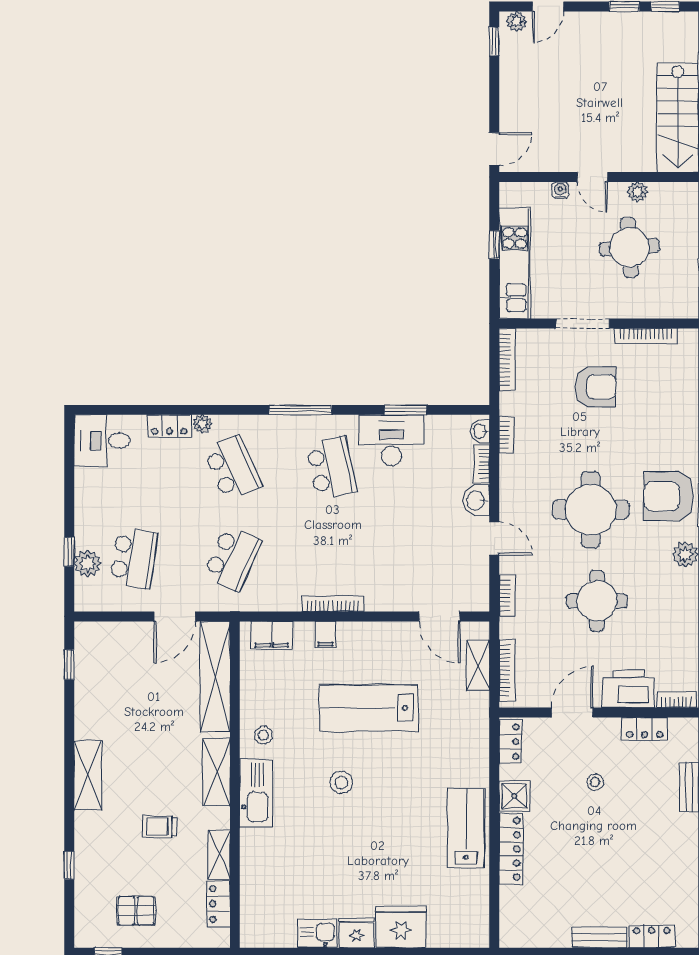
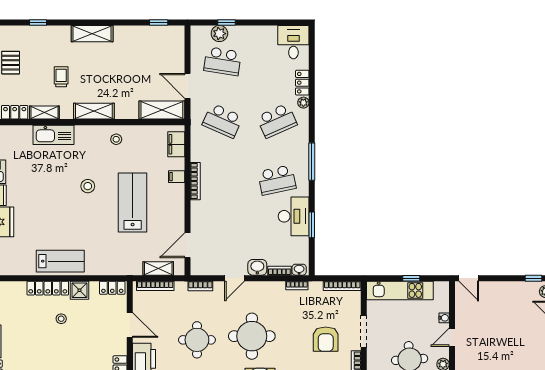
shelving: (215, 677) -> (162, 110), width x0.68
stool: (595, 782) -> (61, 319), moved
kitchen sink: (256, 793) -> (54, 135), moved

